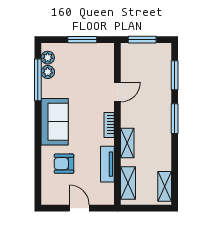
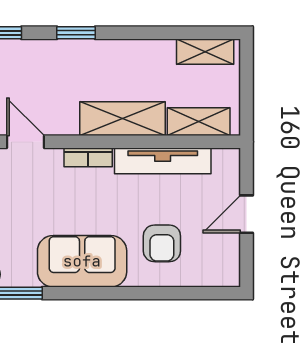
window: (175, 119) -> (76, 33), width x0.67
shelving: (127, 143) -> (122, 119), width x1.50, depth x1.33
tv unit: (107, 164) -> (163, 161), width x1.41

